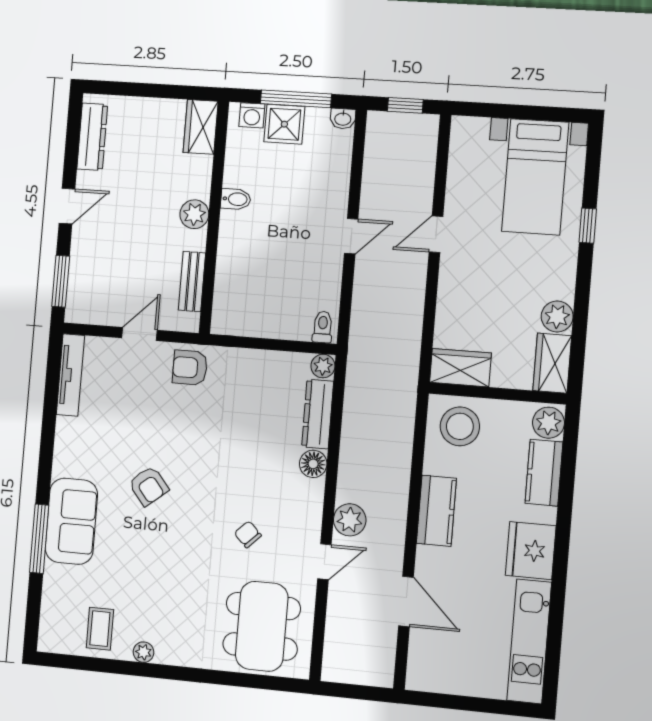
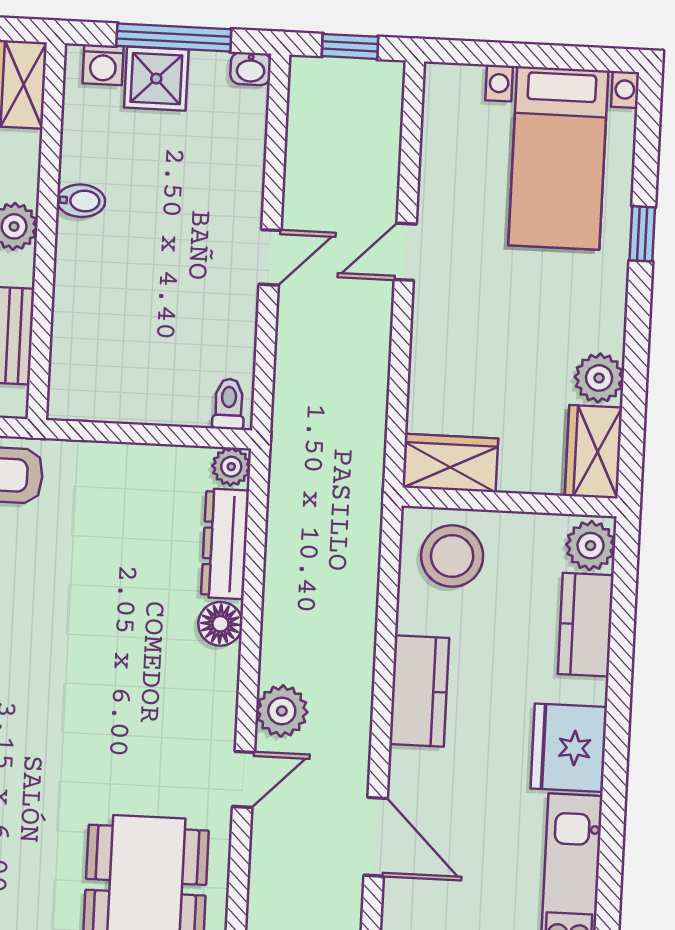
chair: (248, 534) -> (118, 741), removed

